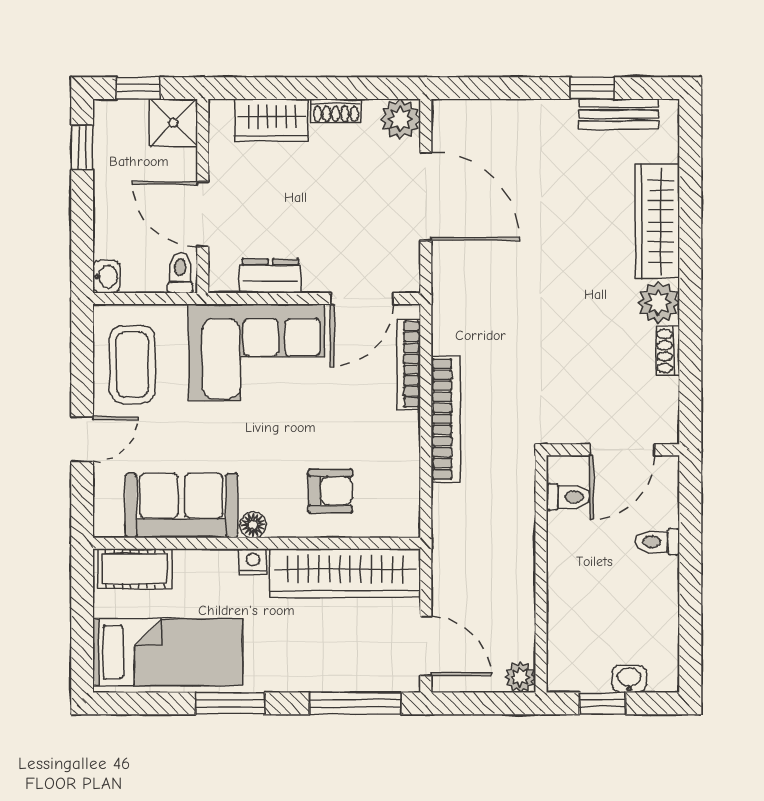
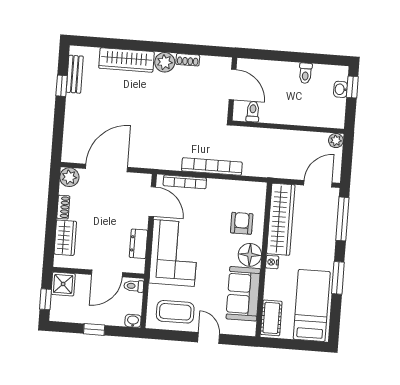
window: (82, 147) -> (94, 329), moved
floor lamp: (253, 525) -> (250, 255), width x1.89, depth x1.89
toilet: (658, 542) -> (305, 73), moved
window: (602, 703) -> (352, 87), moved

